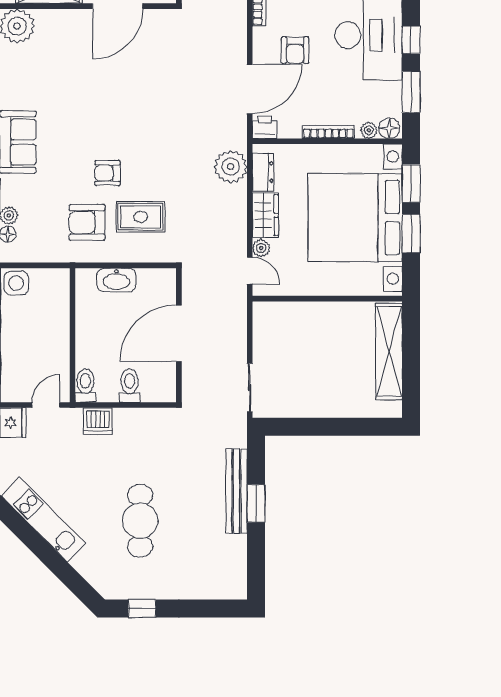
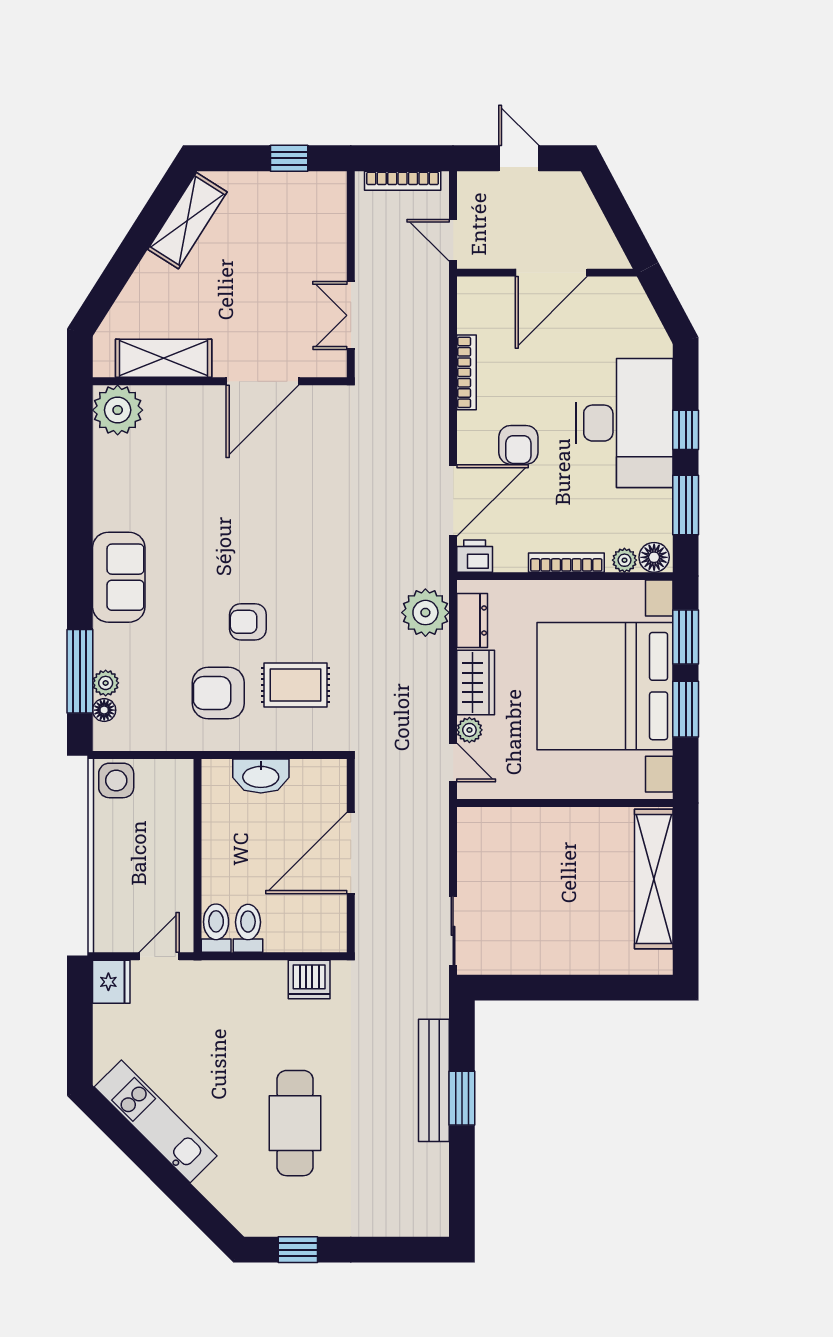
toilet: (130, 386) -> (248, 928), moved
dishwasher: (98, 421) -> (309, 980), moved

